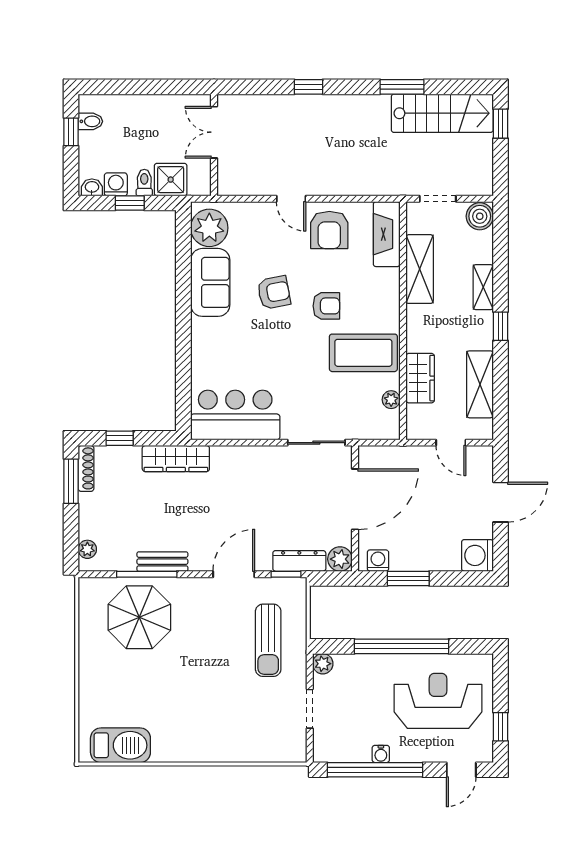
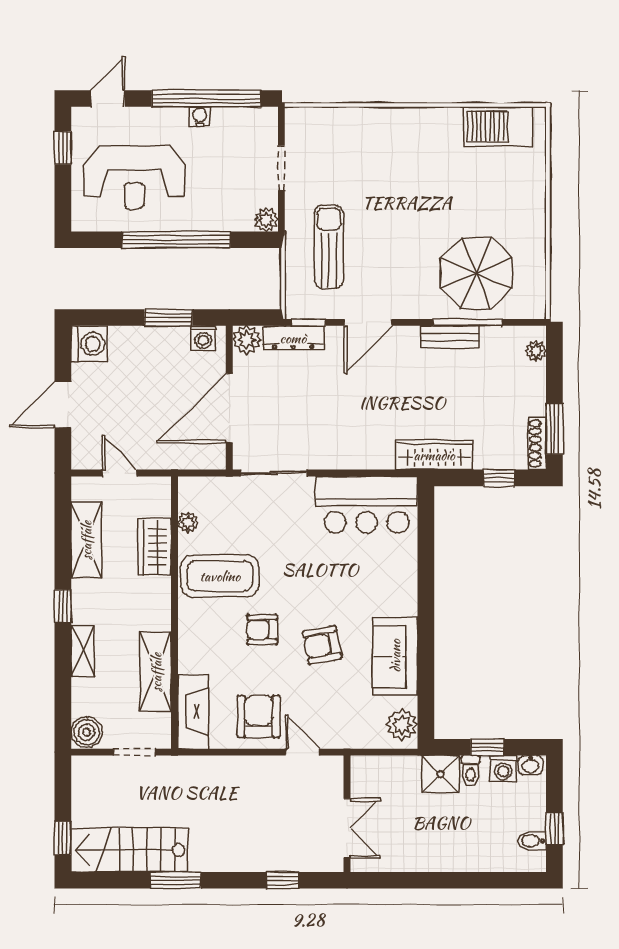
double door: (214, 132) -> (347, 828), moved
wall: (214, 145) -> (347, 814), moved
plant: (209, 228) -> (402, 725), width x0.73, depth x0.73

